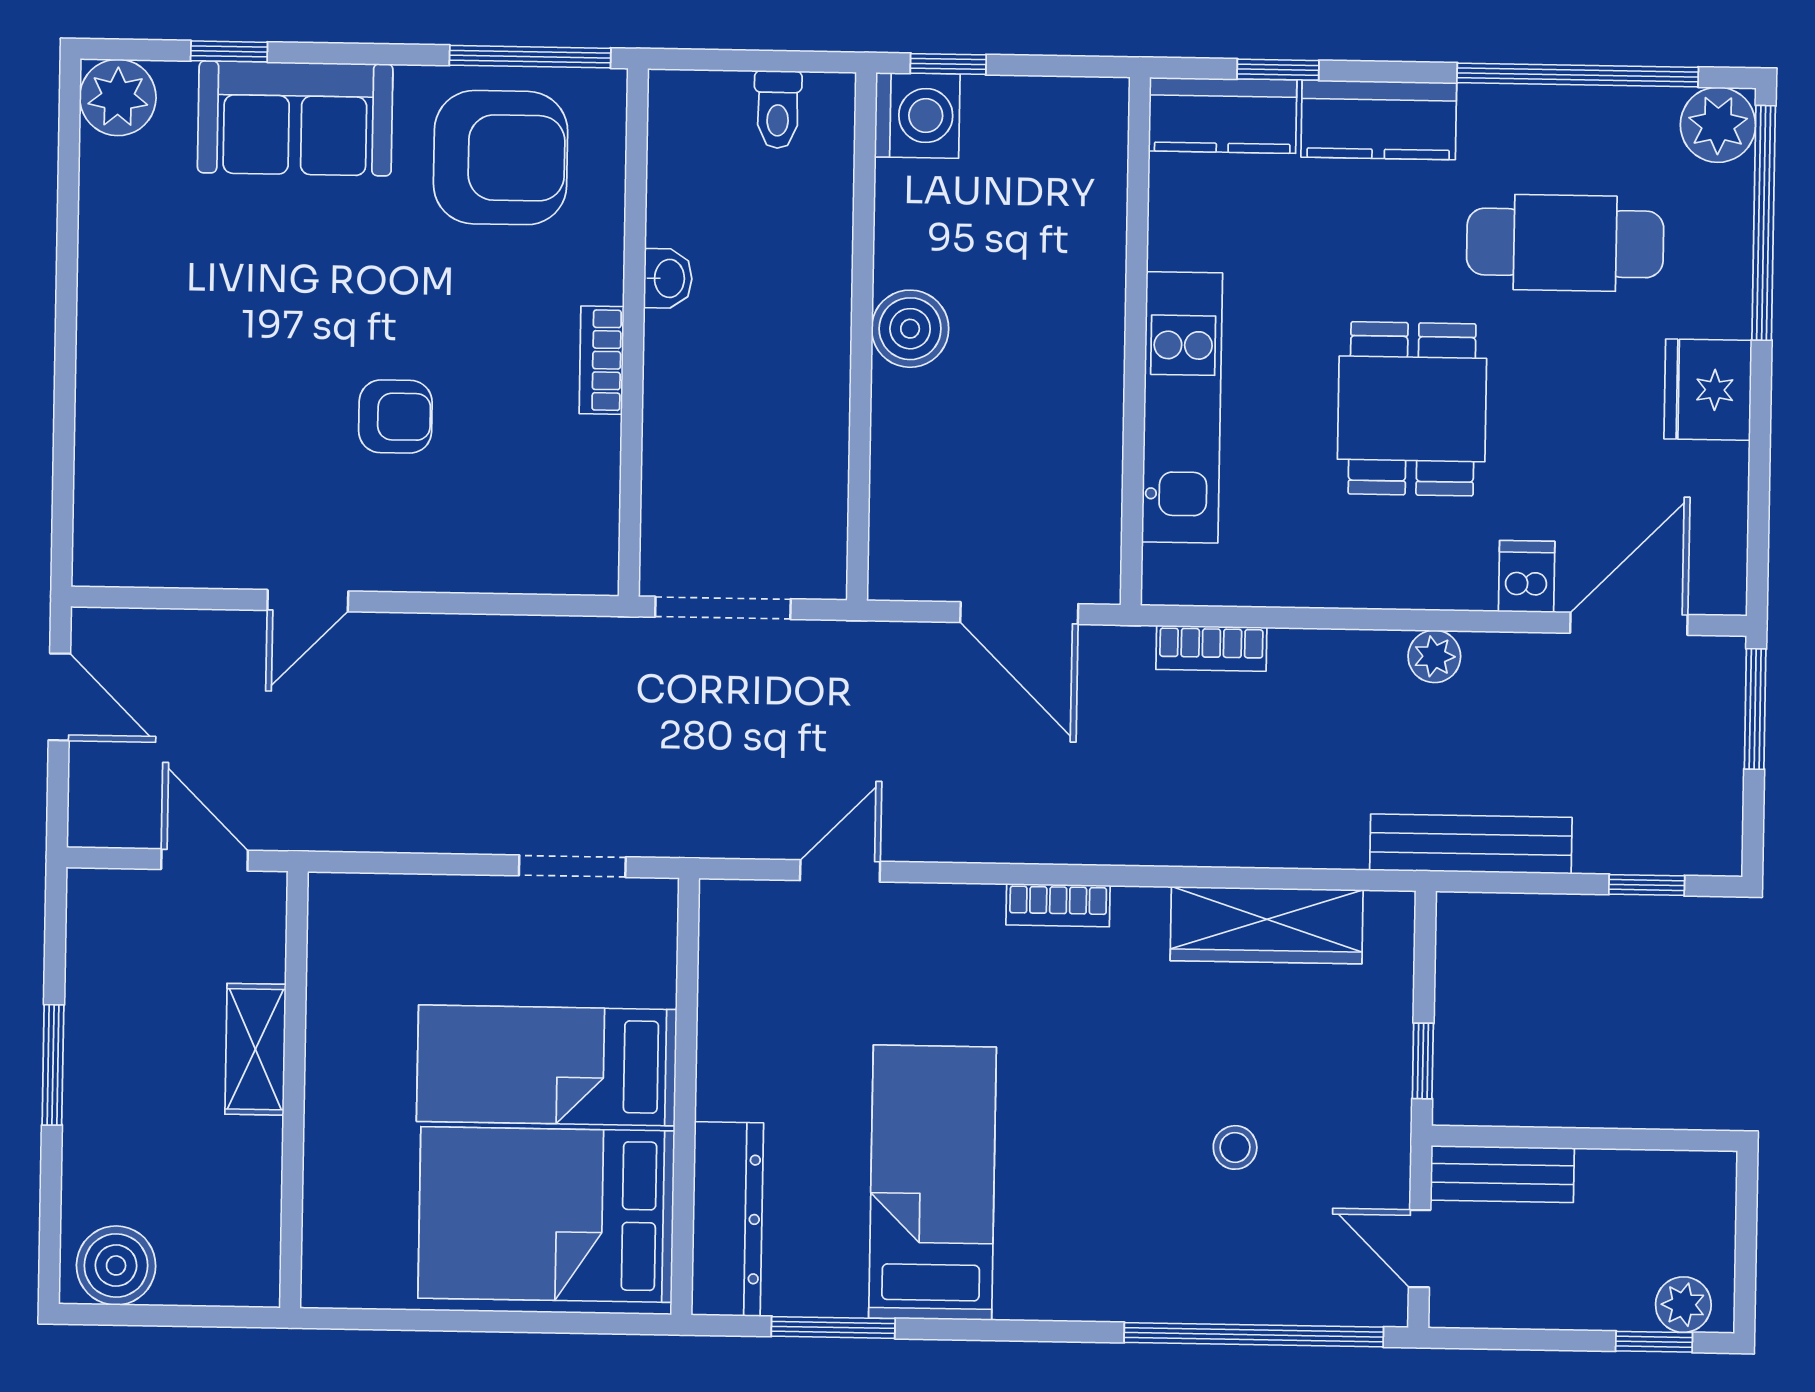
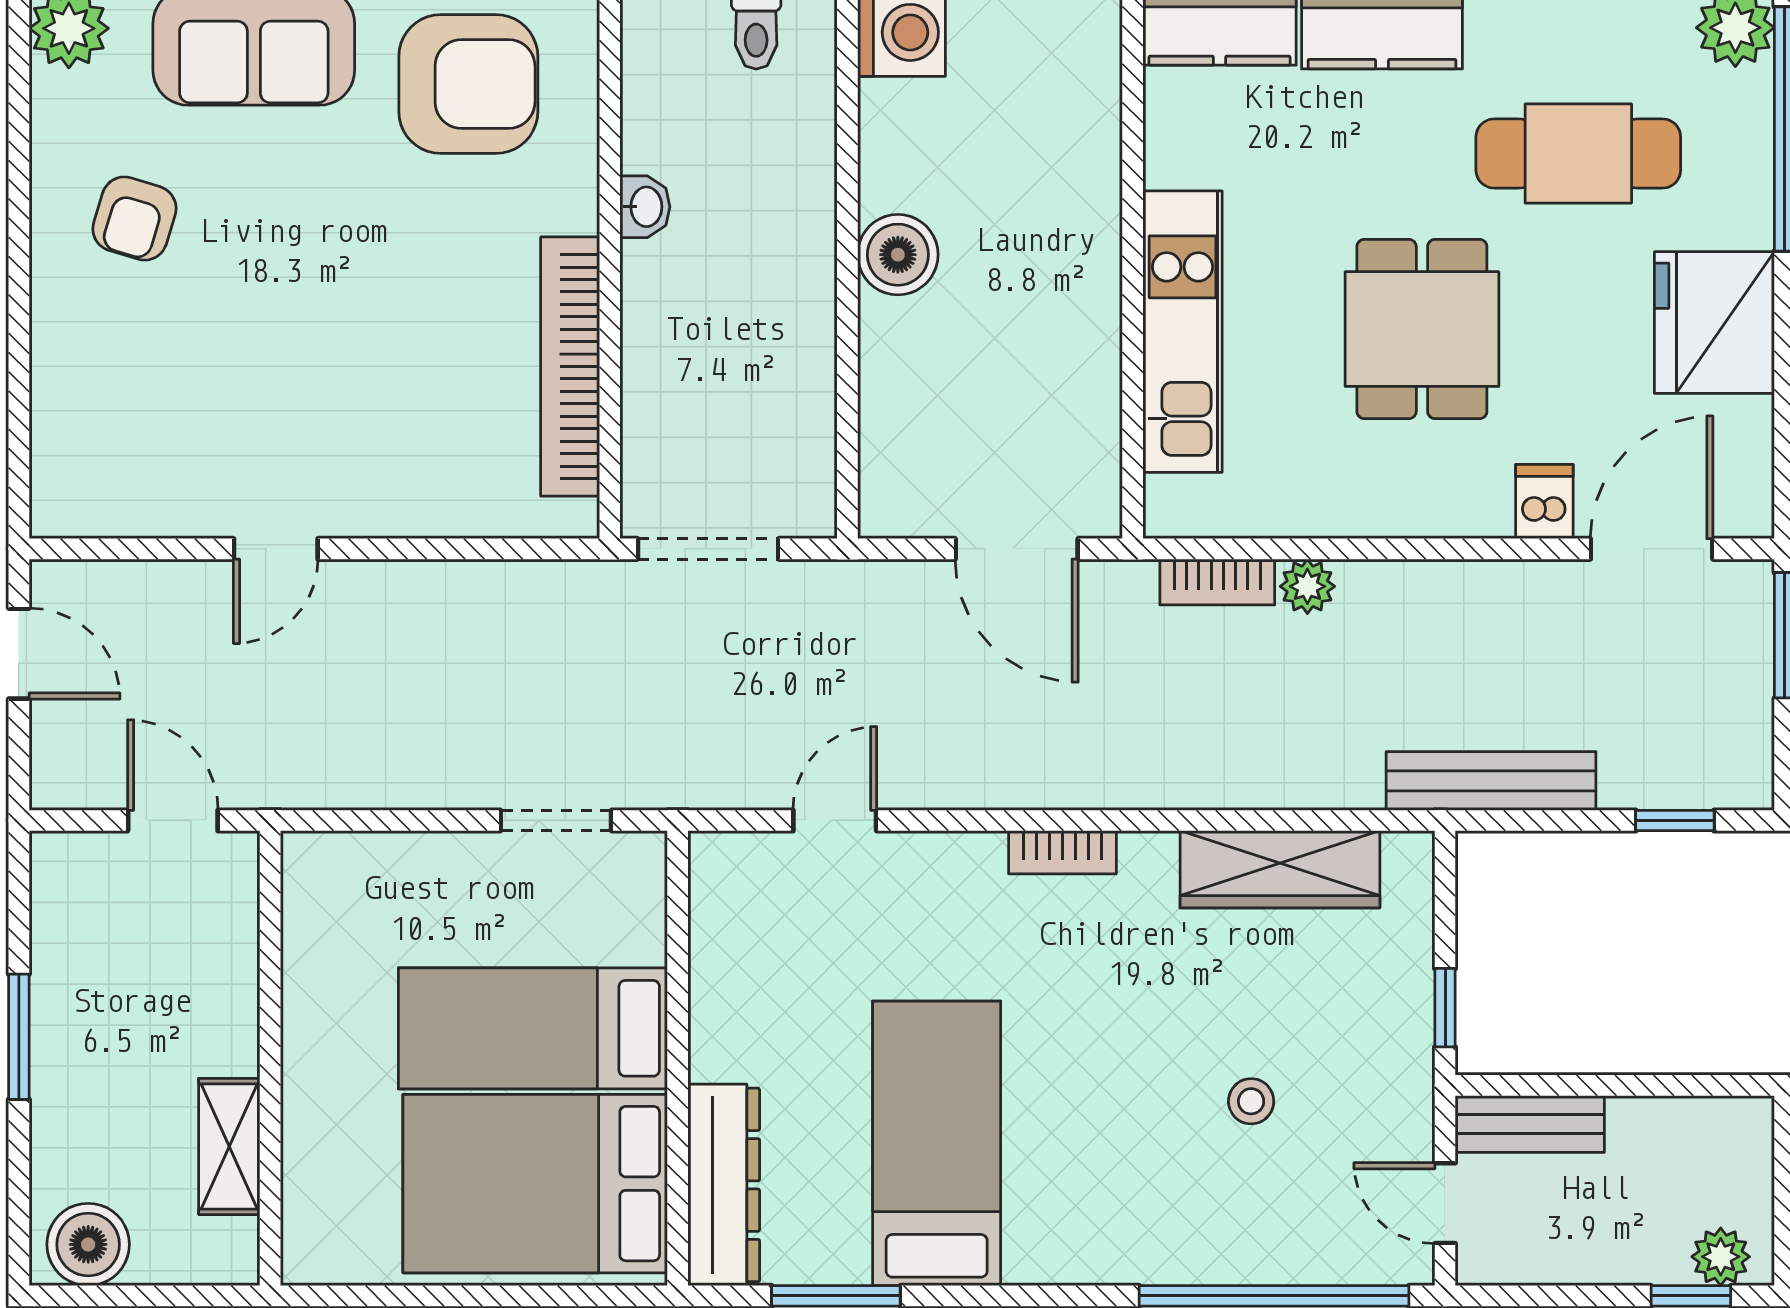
bookcase: (601, 360) -> (570, 367), width x2.31, depth x1.31
fridge: (1708, 390) -> (1714, 323), width x1.36, depth x1.34
armchair: (395, 417) -> (134, 219), moved, turned 107
plant: (1434, 656) -> (1307, 586), moved
shelving: (255, 1049) -> (229, 1146), moved

